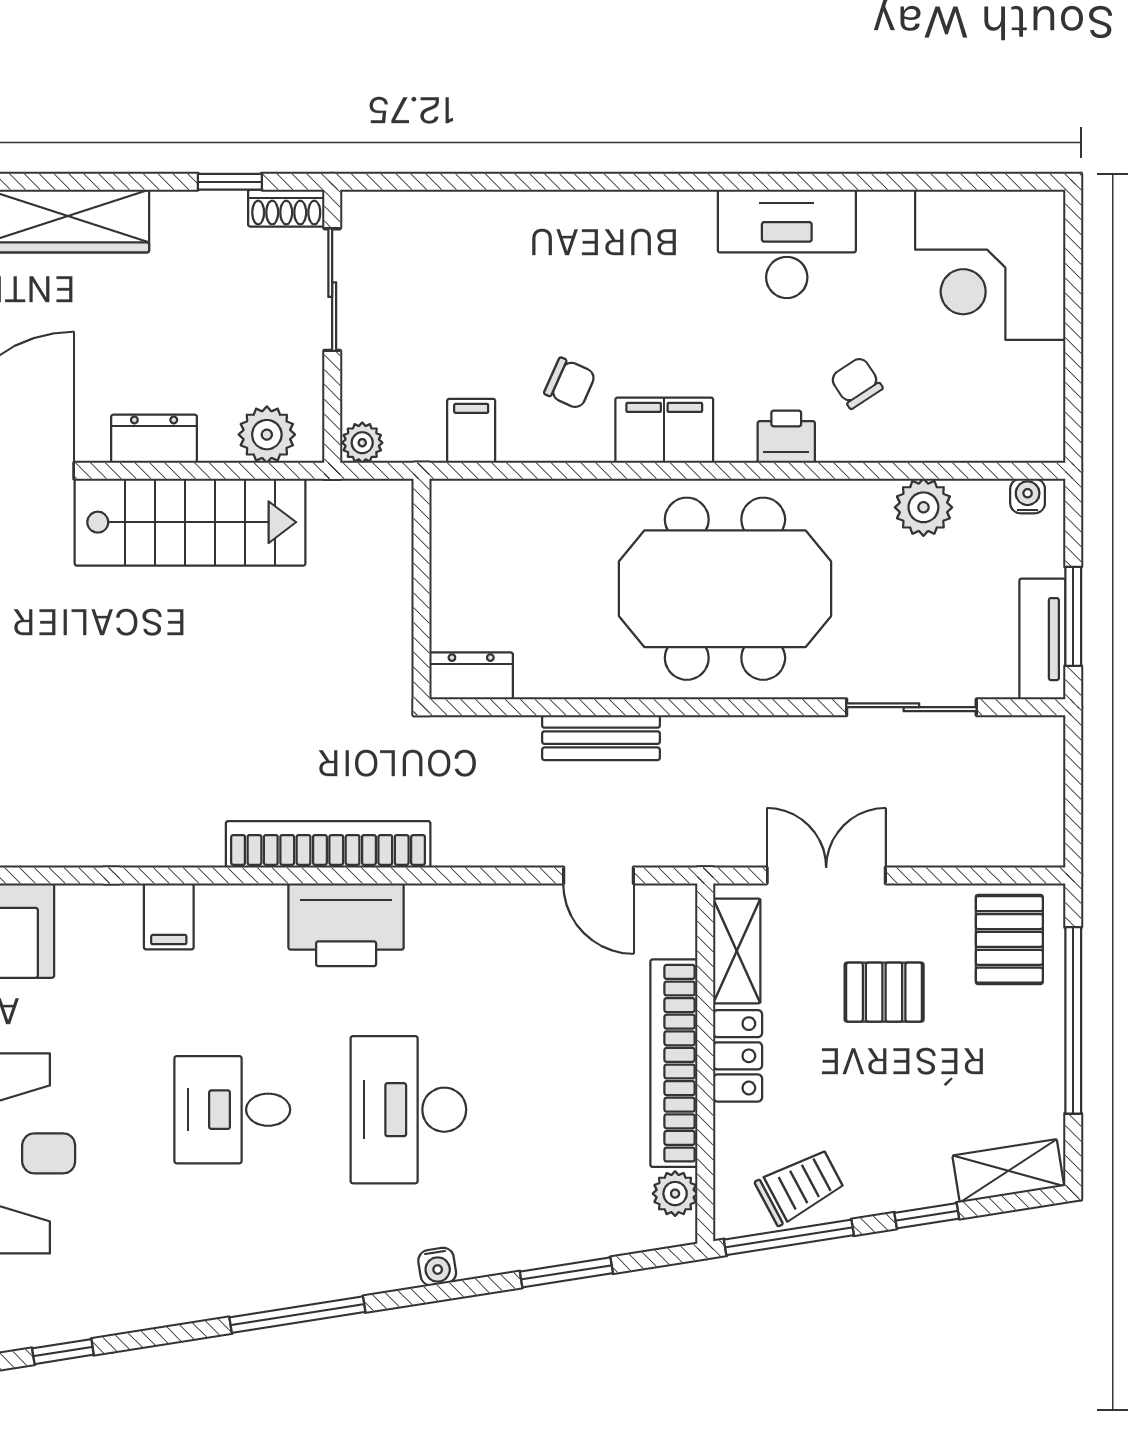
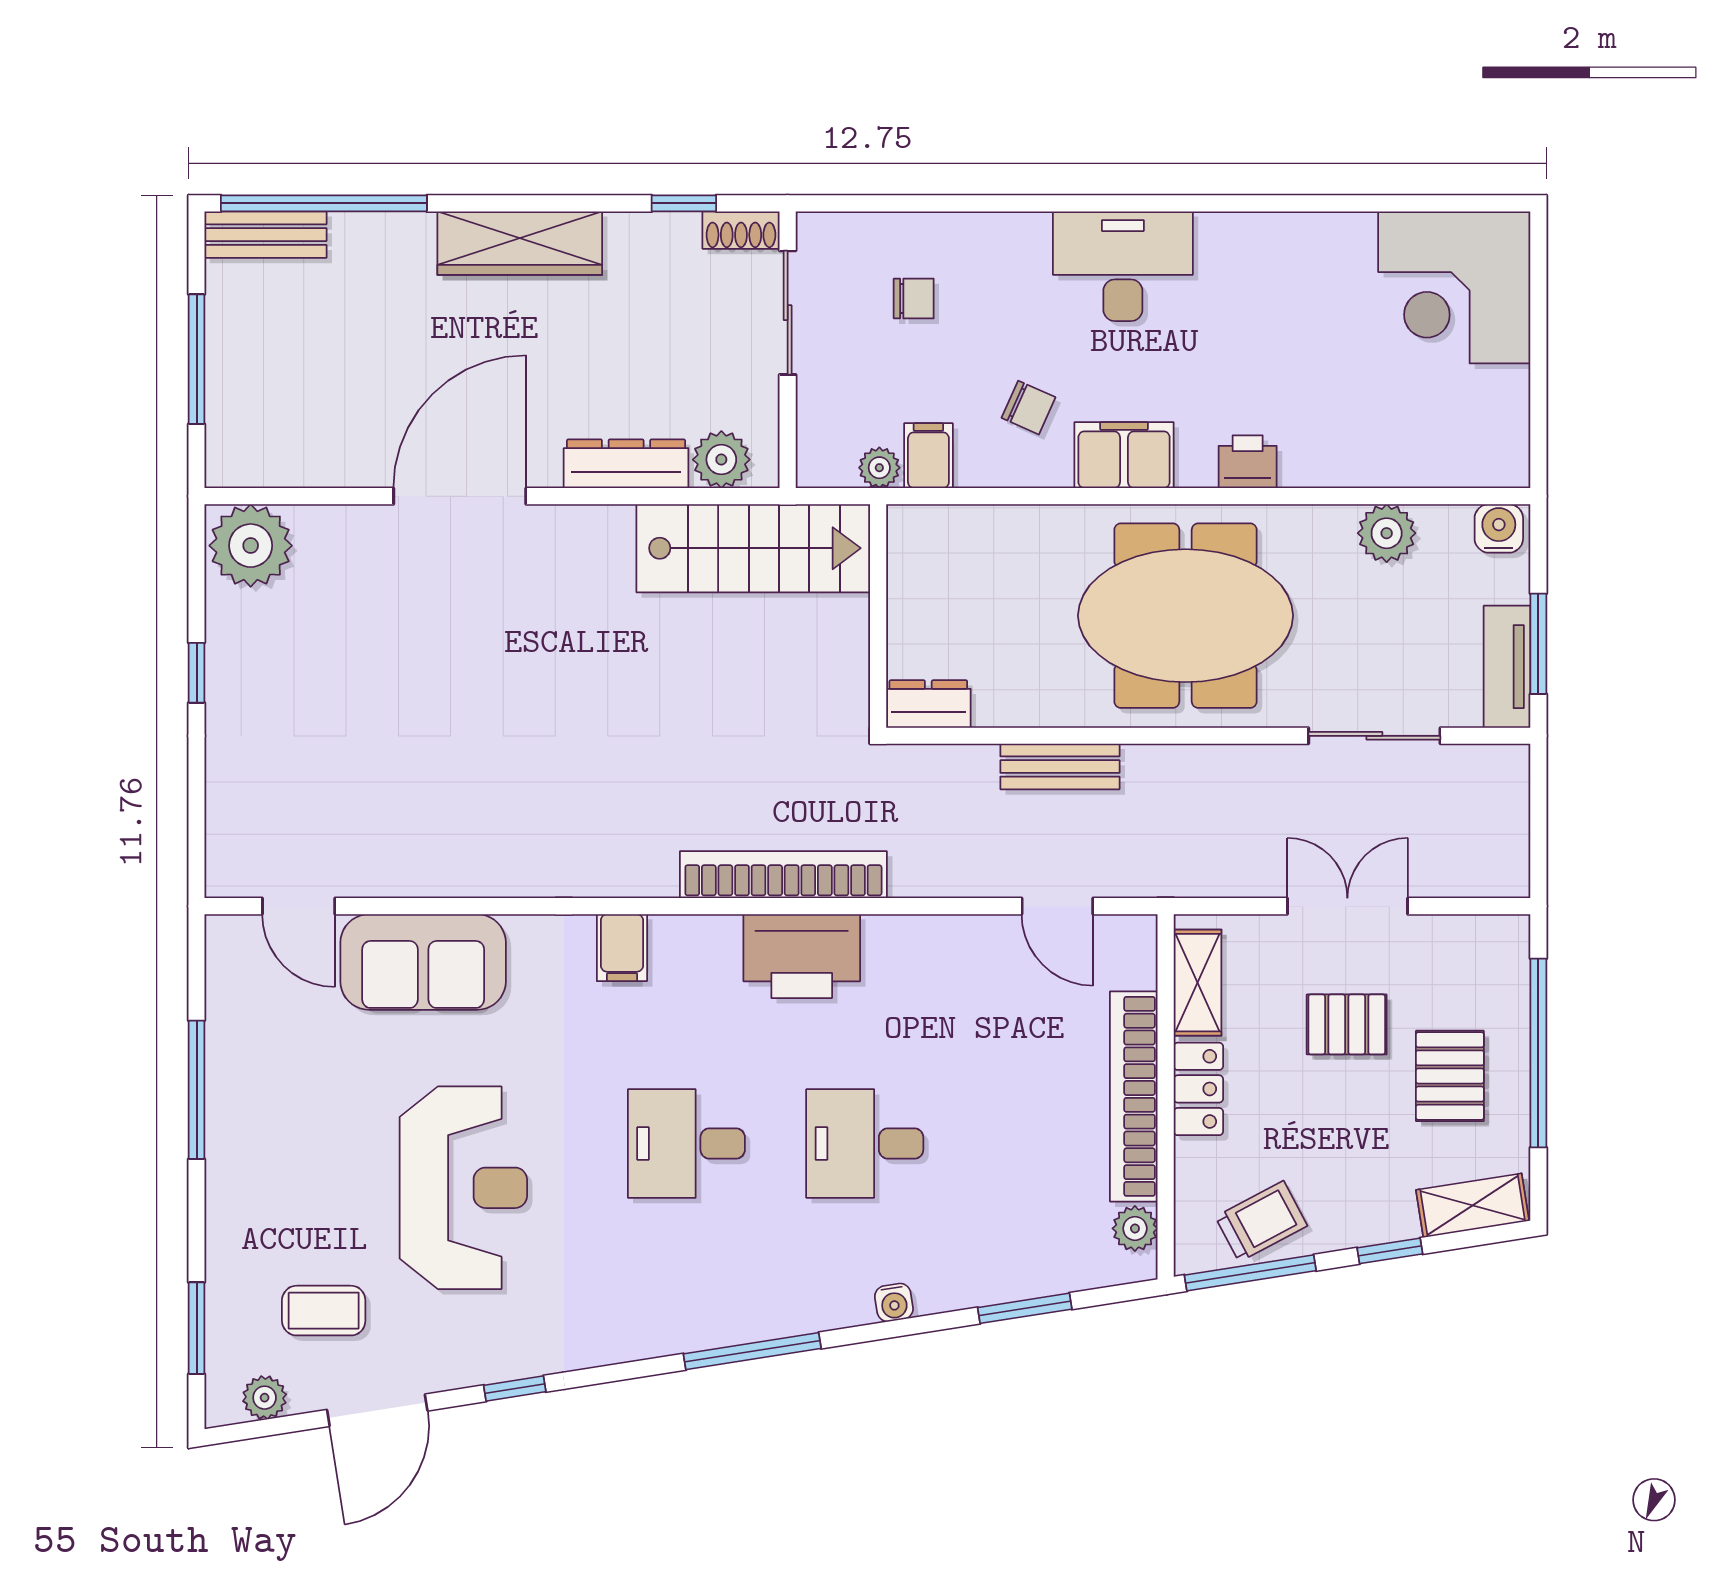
desk: (787, 244) -> (1123, 266), moved
chair: (856, 383) -> (914, 298), moved, turned 123
dresser: (154, 439) -> (626, 464), width x1.44
plant: (362, 443) -> (879, 468), moved
water cooler: (1028, 496) -> (1499, 528), width x1.38, depth x1.38
stairs: (190, 522) -> (753, 548), moved
double door: (826, 875) -> (1347, 906), moved
pallet: (1009, 939) -> (1450, 1076), moved
desk: (408, 1110) -> (865, 1143), width x0.73

